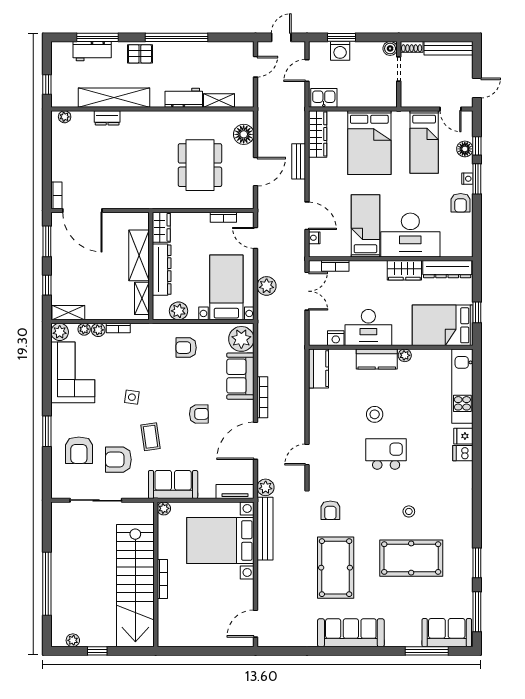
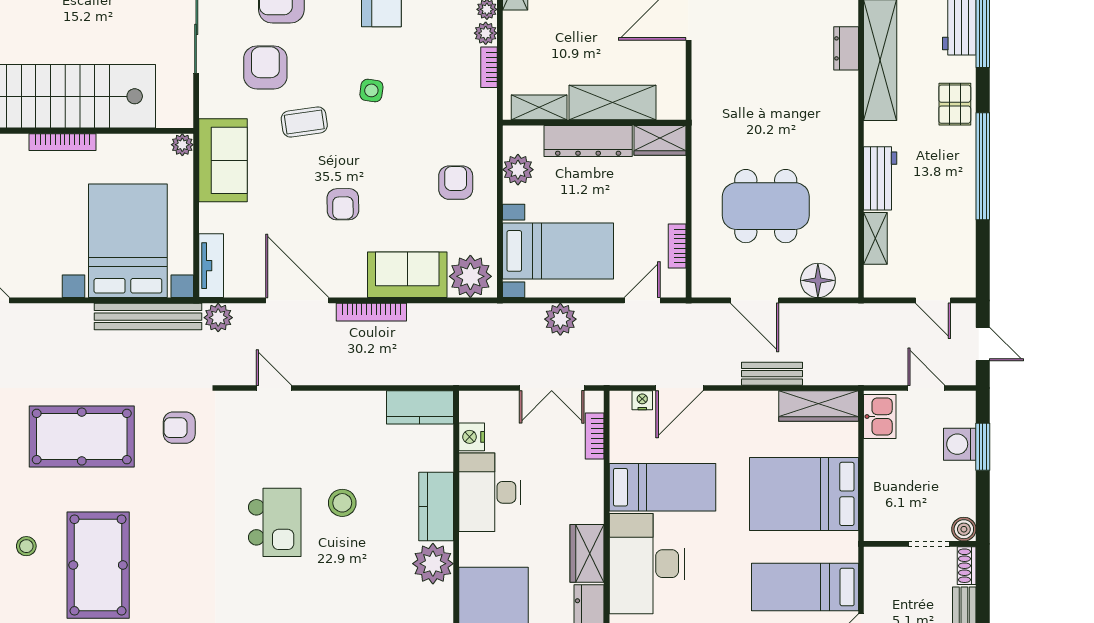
plant: (405, 355) -> (433, 564), width x1.87, depth x1.87
stool: (409, 511) -> (26, 546), moved

